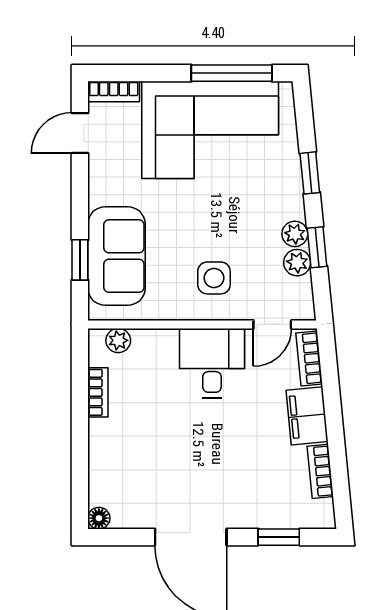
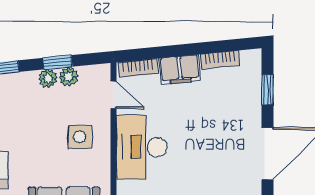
desk: (212, 363) -> (142, 147), width x1.37

